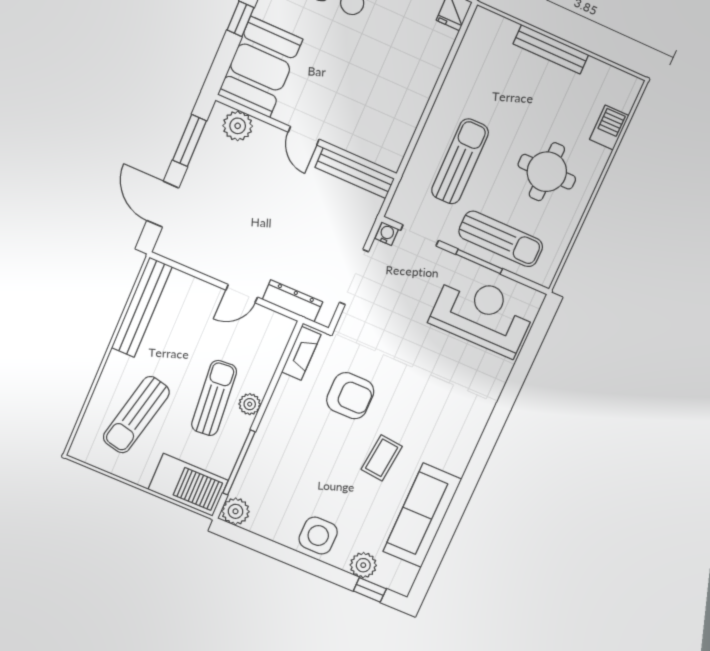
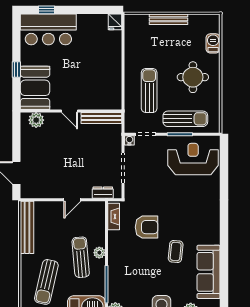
window: (189, 140) -> (16, 137), removed
dresser: (292, 301) -> (103, 193), width x0.70

